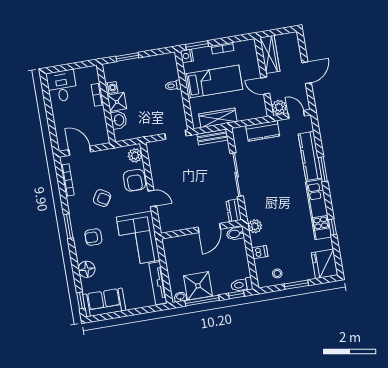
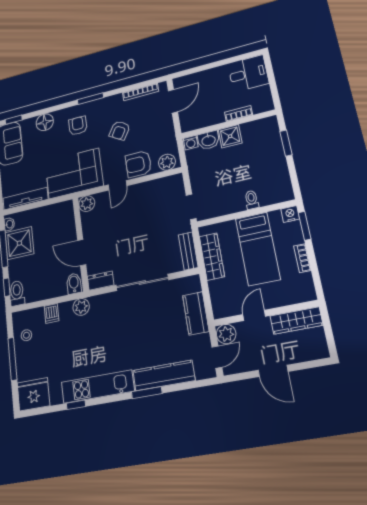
washing machine: (111, 88) -> (191, 143), moved
plant: (166, 225) -> (87, 204), added
window: (296, 285) -> (12, 359), width x1.44

